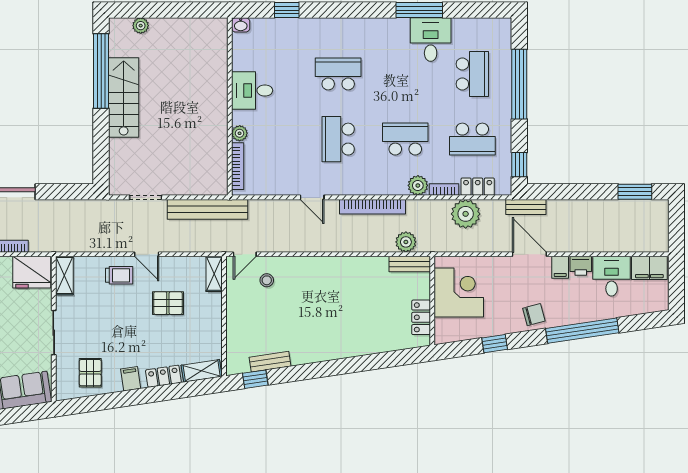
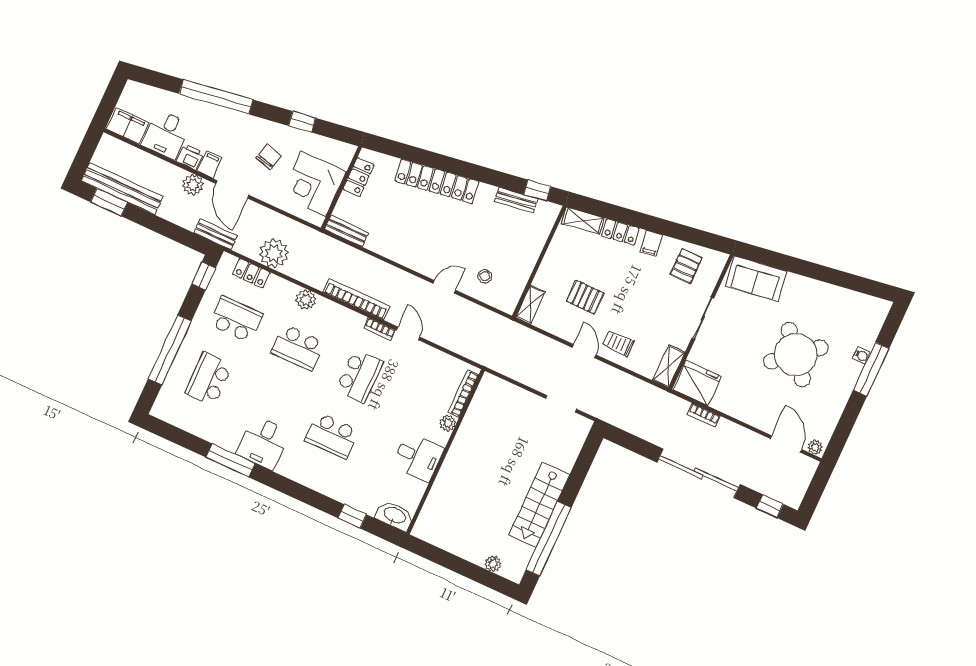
washbasin: (241, 25) -> (395, 516), width x1.91, depth x1.45
desk: (431, 40) -> (263, 442), moved
bookcase: (444, 190) -> (380, 329), moved
bench: (208, 209) -> (122, 189), moved
plant: (406, 242) -> (193, 185), moved
door: (245, 254) -> (444, 287), moved
chair: (534, 315) -> (269, 157), moved, turned 119
locker: (349, 346) -> (437, 181), added

